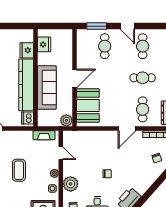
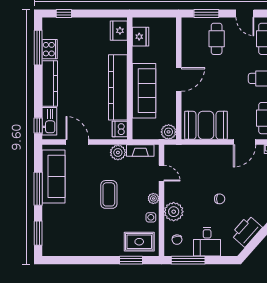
fridge: (27, 50) -> (119, 31), moved
booth: (88, 106) -> (206, 125), moved, turned 90
plant: (26, 137) -> (118, 152), added

